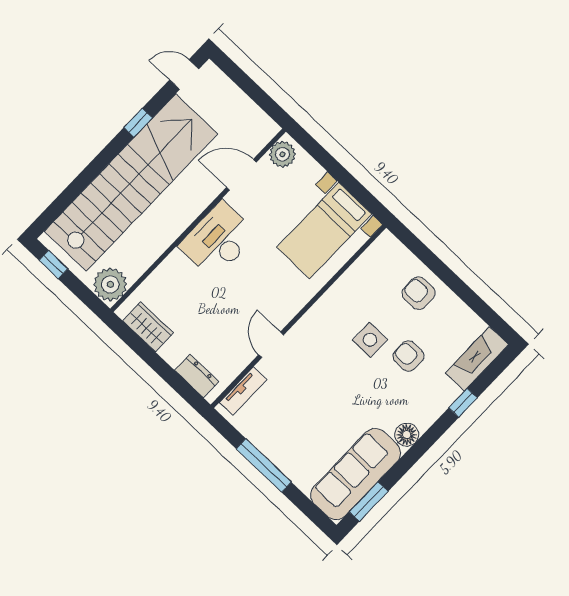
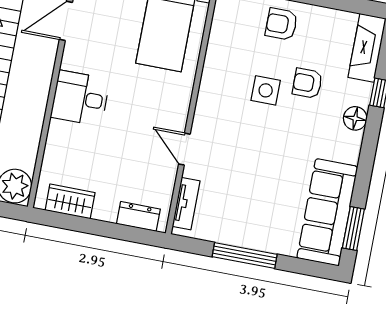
desk: (218, 240) -> (80, 98), width x0.73
floor lamp: (407, 435) -> (355, 118), moved

